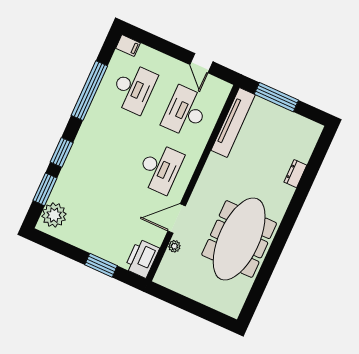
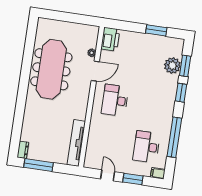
window: (166, 47) -> (133, 179), added
window: (276, 97) -> (39, 165), moved
desk: (185, 112) -> (109, 141), removed
dresser: (295, 174) -> (23, 150), moved
plant: (54, 215) -> (172, 66), moved
window: (101, 265) -> (156, 30), moved

